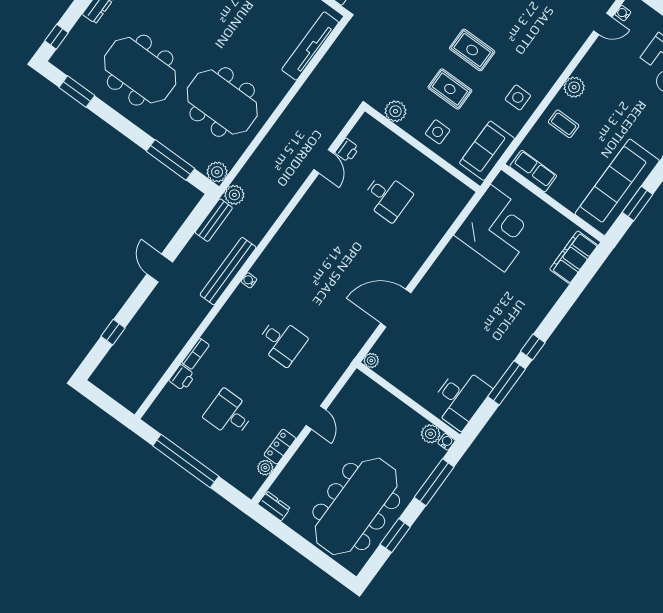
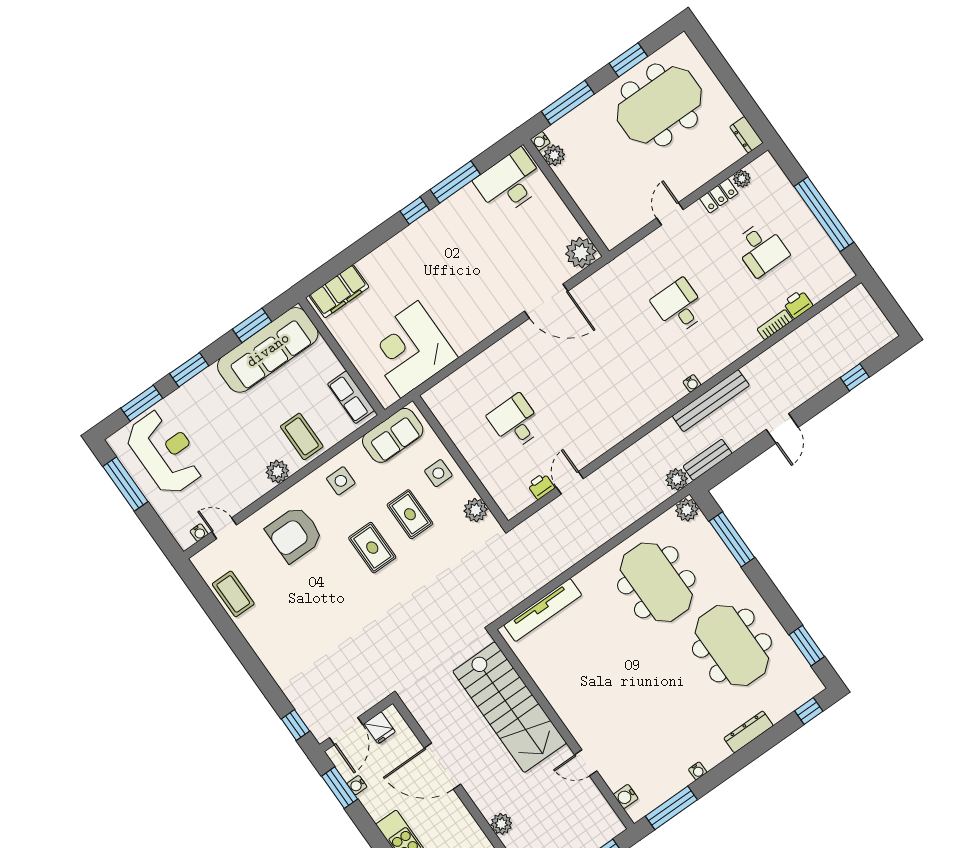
armchair: (542, 39) -> (294, 534), added
coffee table: (564, 124) -> (302, 436), width x1.36, depth x1.30
plant: (371, 360) -> (581, 253), width x1.88, depth x1.88
meeting table: (356, 506) -> (659, 105), width x0.73

